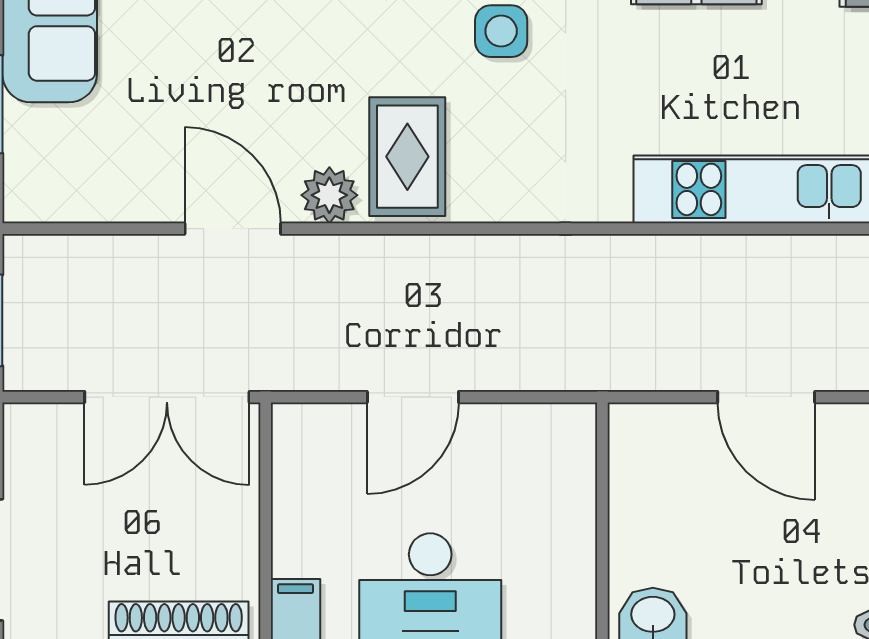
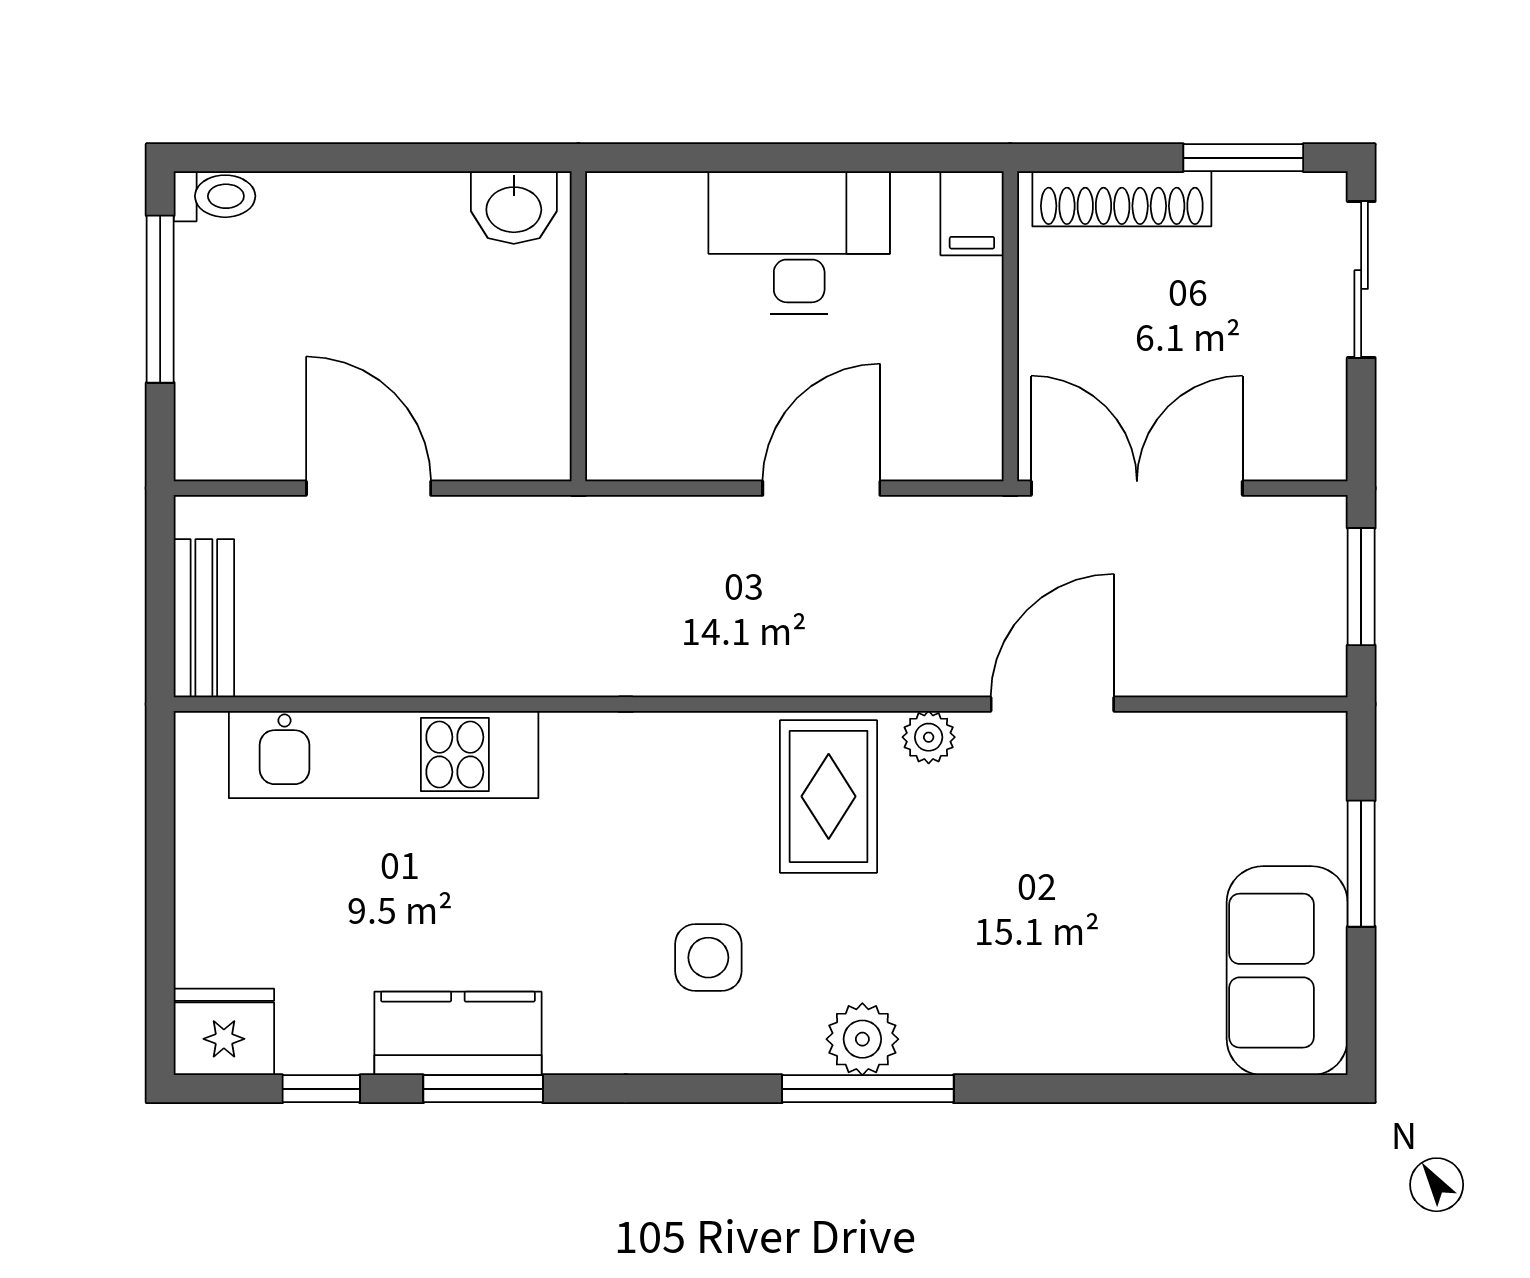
plant: (329, 195) -> (929, 737), width x0.73, depth x0.73
door: (233, 229) -> (1052, 704), swing flipped

